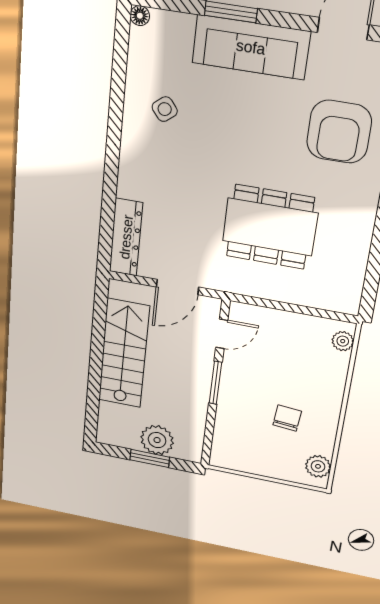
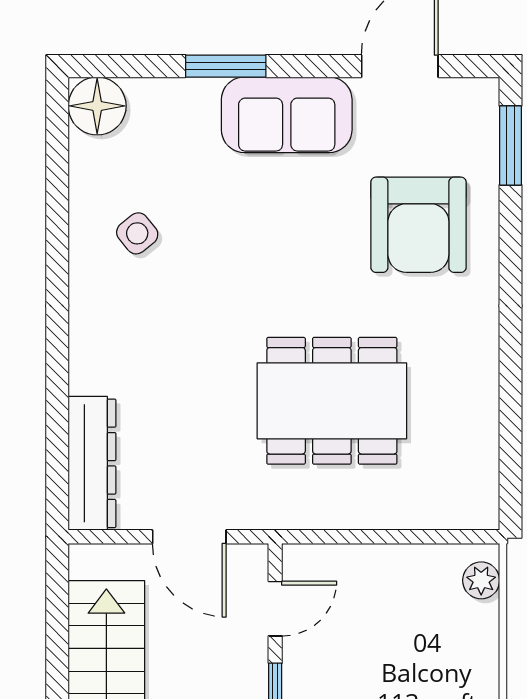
floor lamp: (140, 16) -> (97, 106), width x1.89, depth x1.89
sofa: (251, 47) -> (287, 115), width x0.73
door: (177, 287) -> (189, 537), hinge flipped

